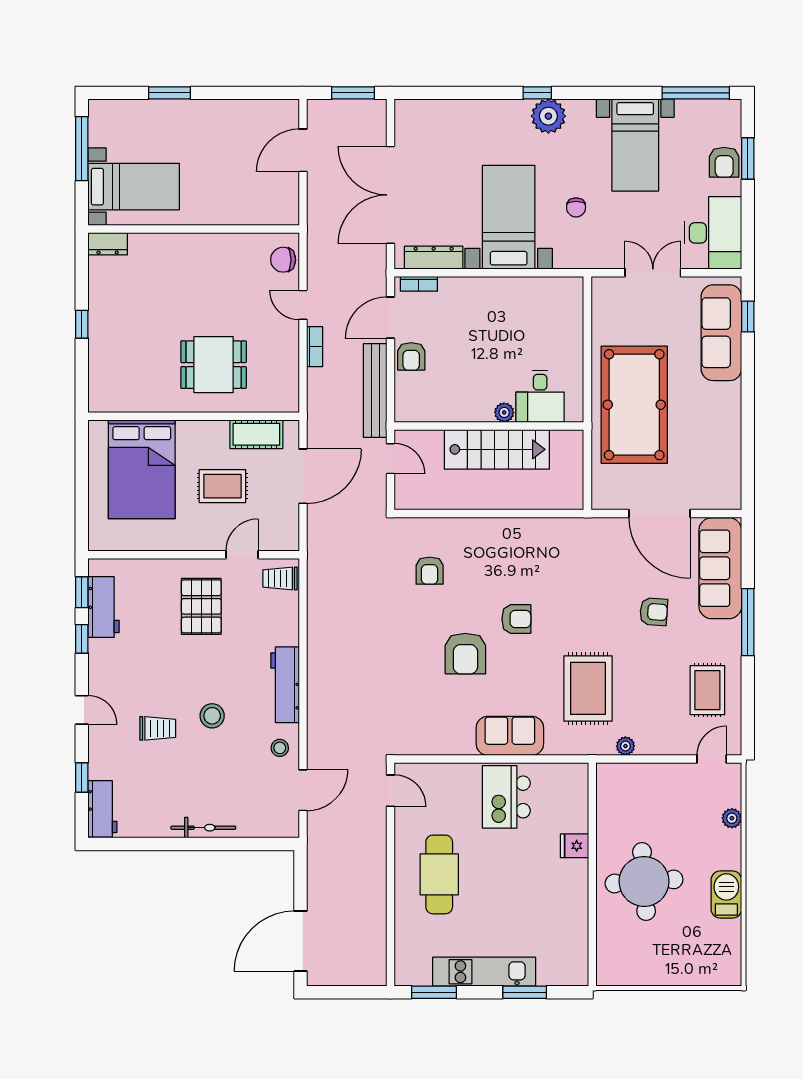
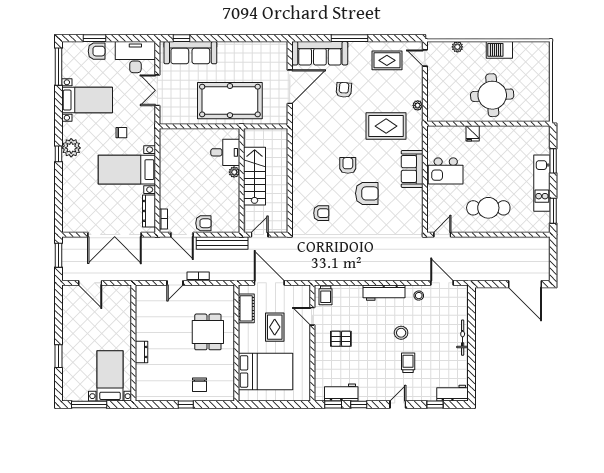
dresser: (108, 244) -> (141, 352), moved
chair: (283, 260) -> (200, 385), moved
pallet: (201, 606) -> (341, 339), width x0.67, depth x0.71

